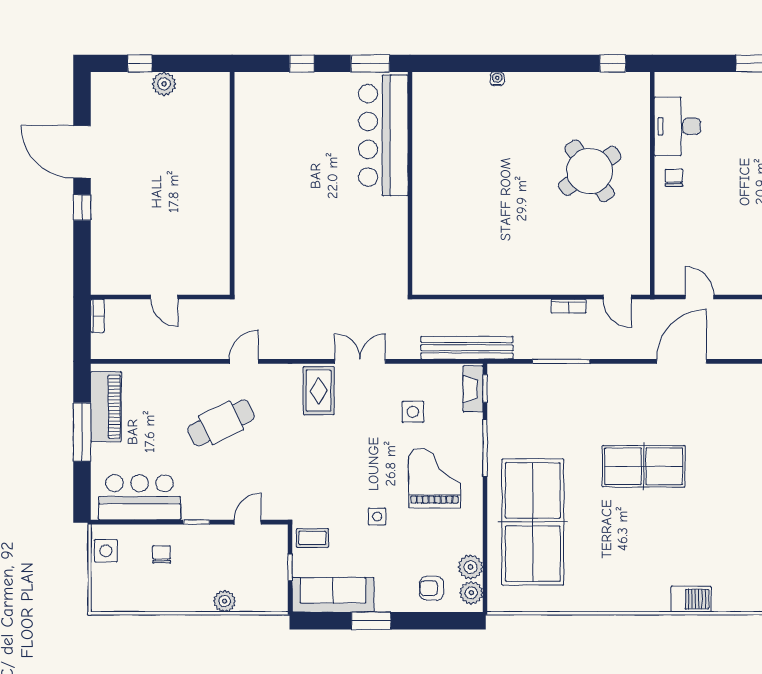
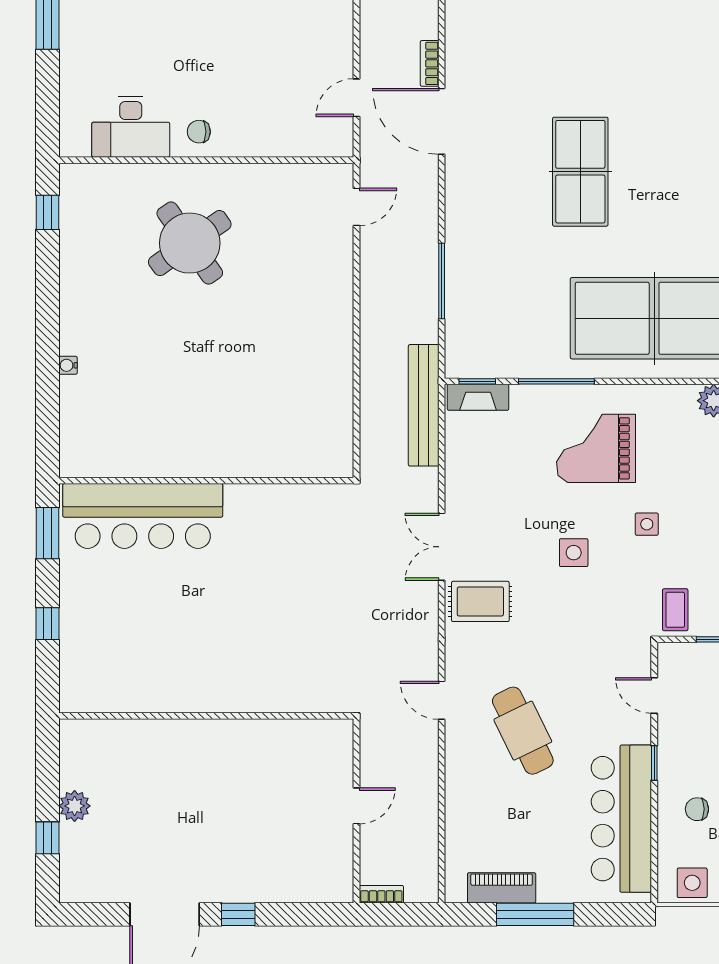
bookcase: (569, 306) -> (430, 63), moved, turned 180
piano: (106, 407) -> (502, 888), width x0.73, depth x0.75
side table: (413, 412) -> (574, 553), moved
bar counter: (140, 497) -> (621, 819), width x1.36

